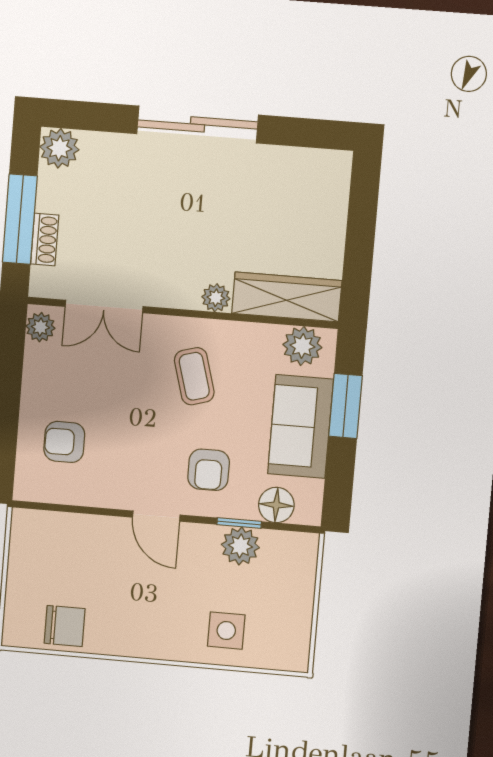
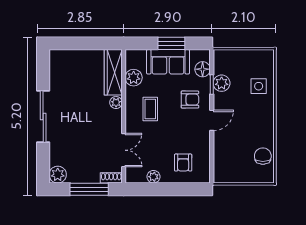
shoe rack: (45, 239) -> (111, 178), moved
plant: (40, 327) -> (153, 177), moved
plant: (302, 346) -> (134, 78), moved
coffee table: (194, 376) -> (150, 109), turned -74
window: (346, 406) -> (171, 43), moved

